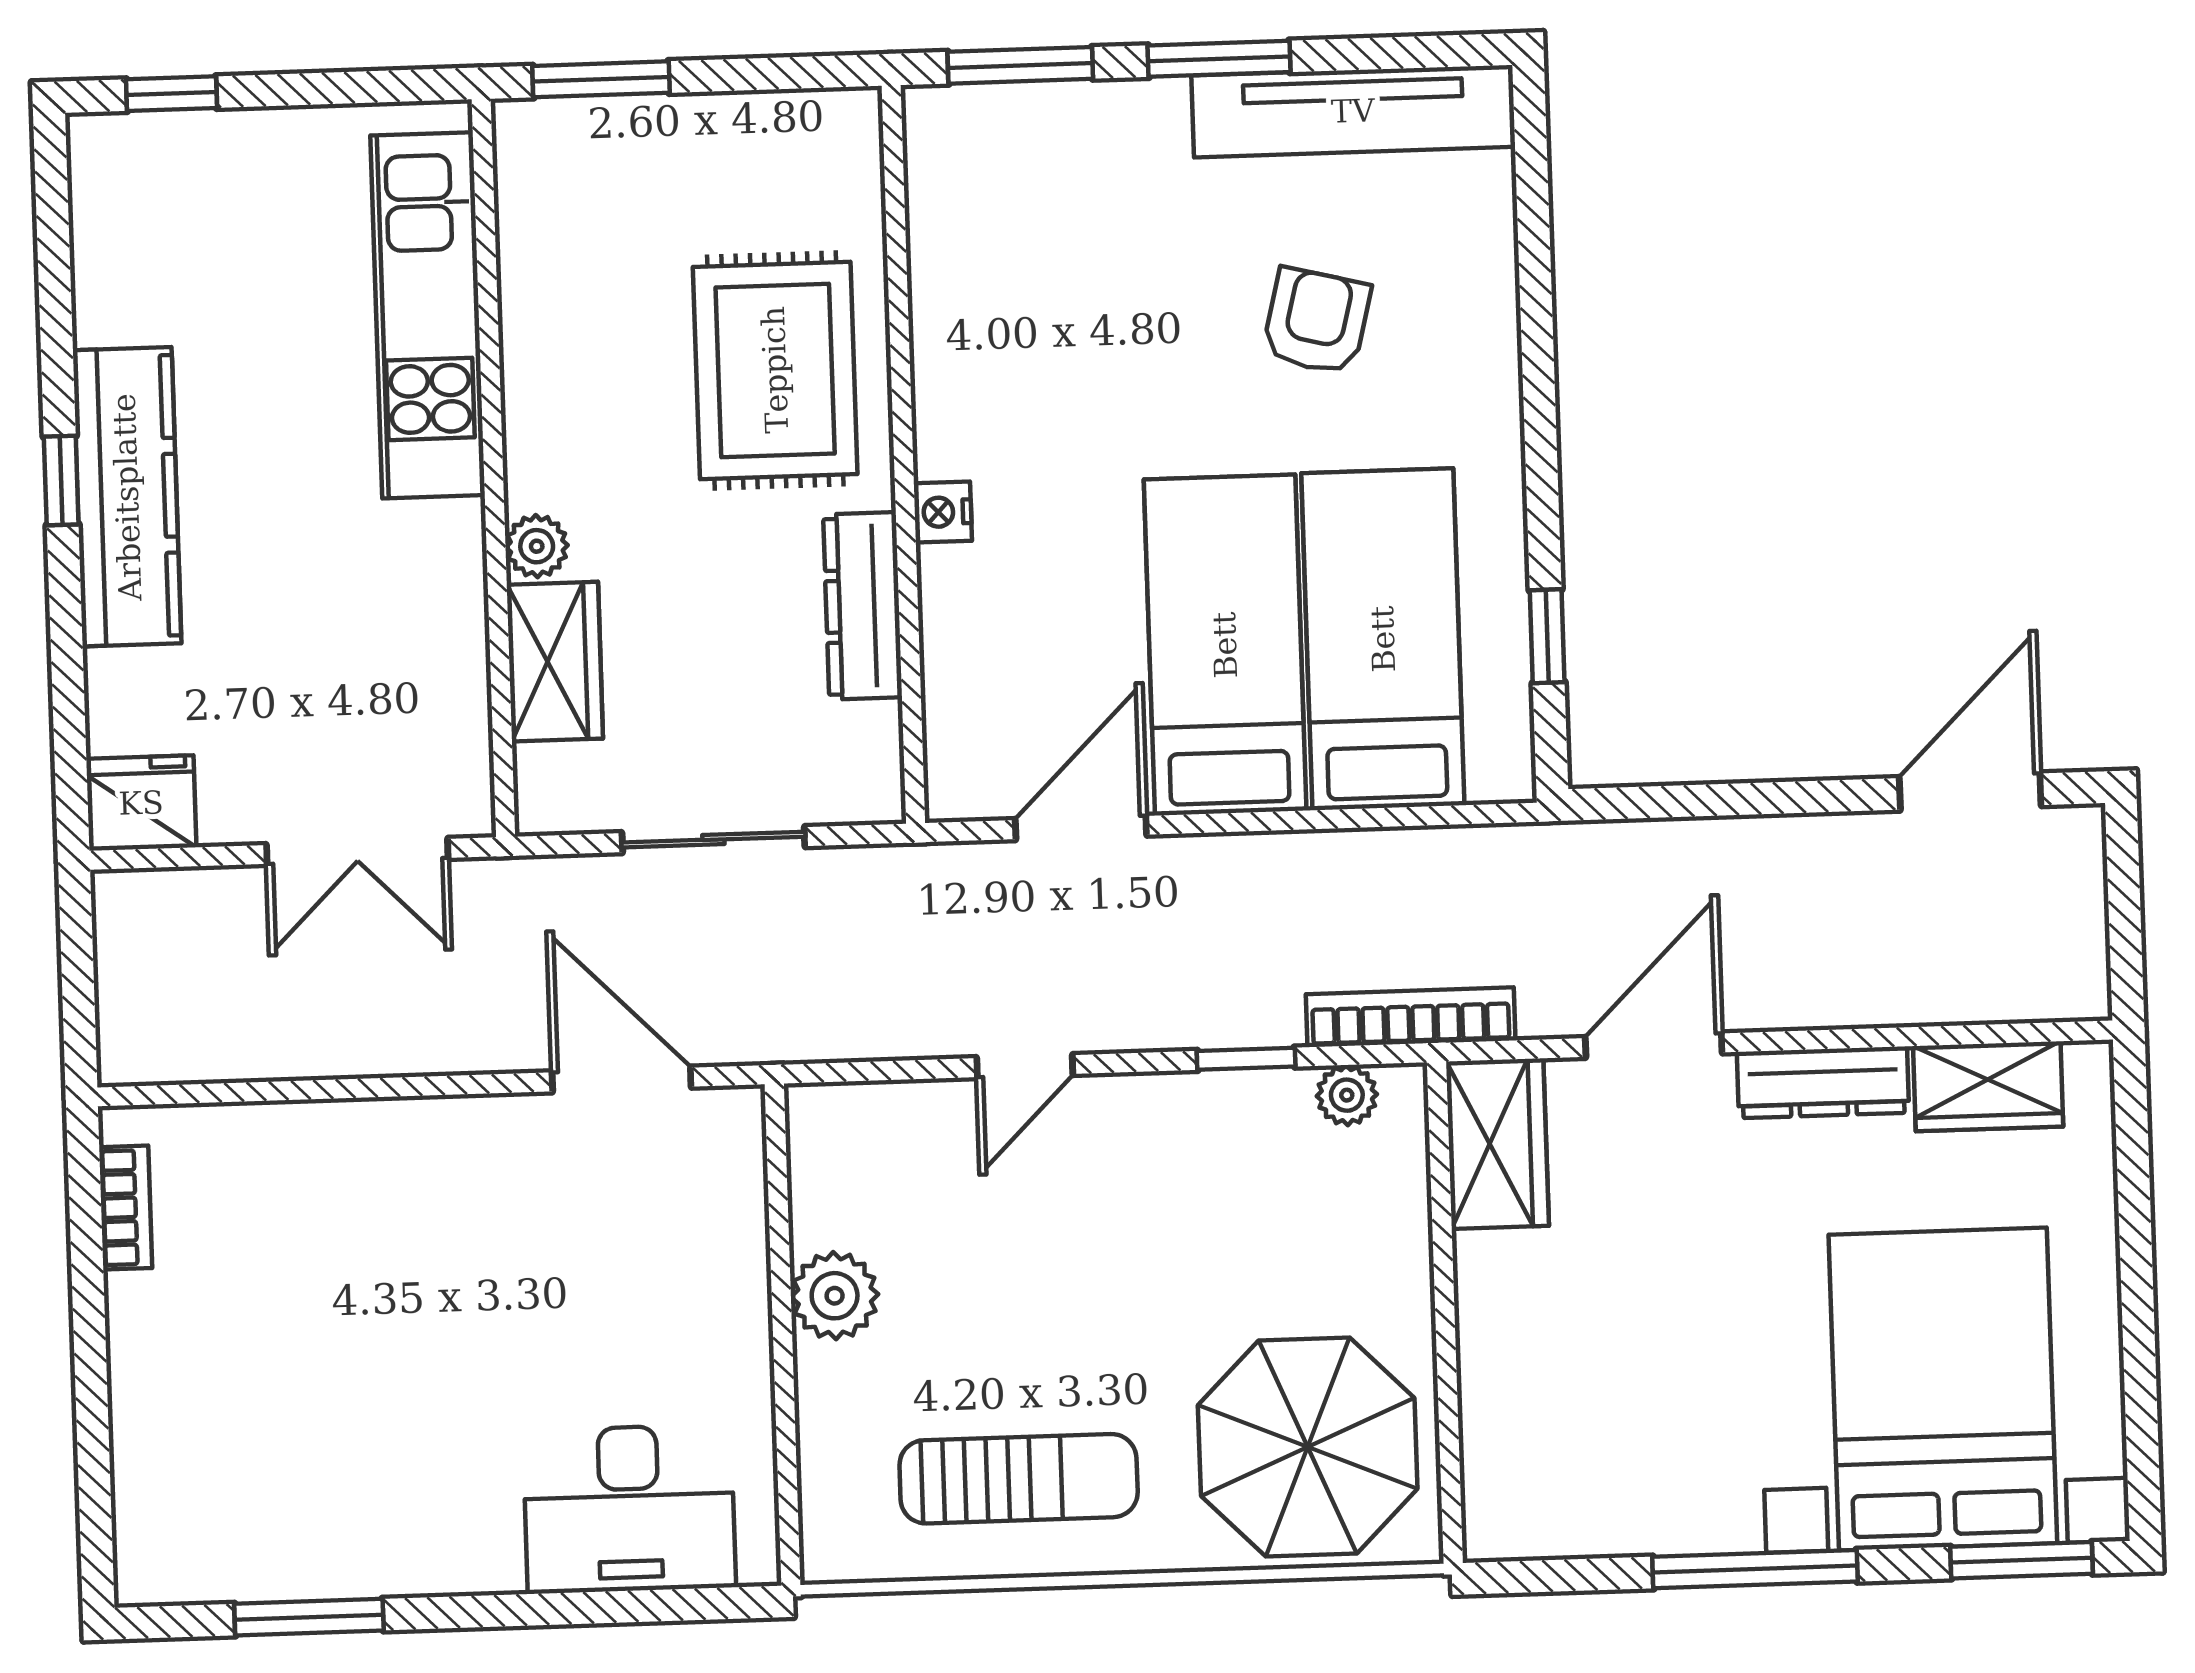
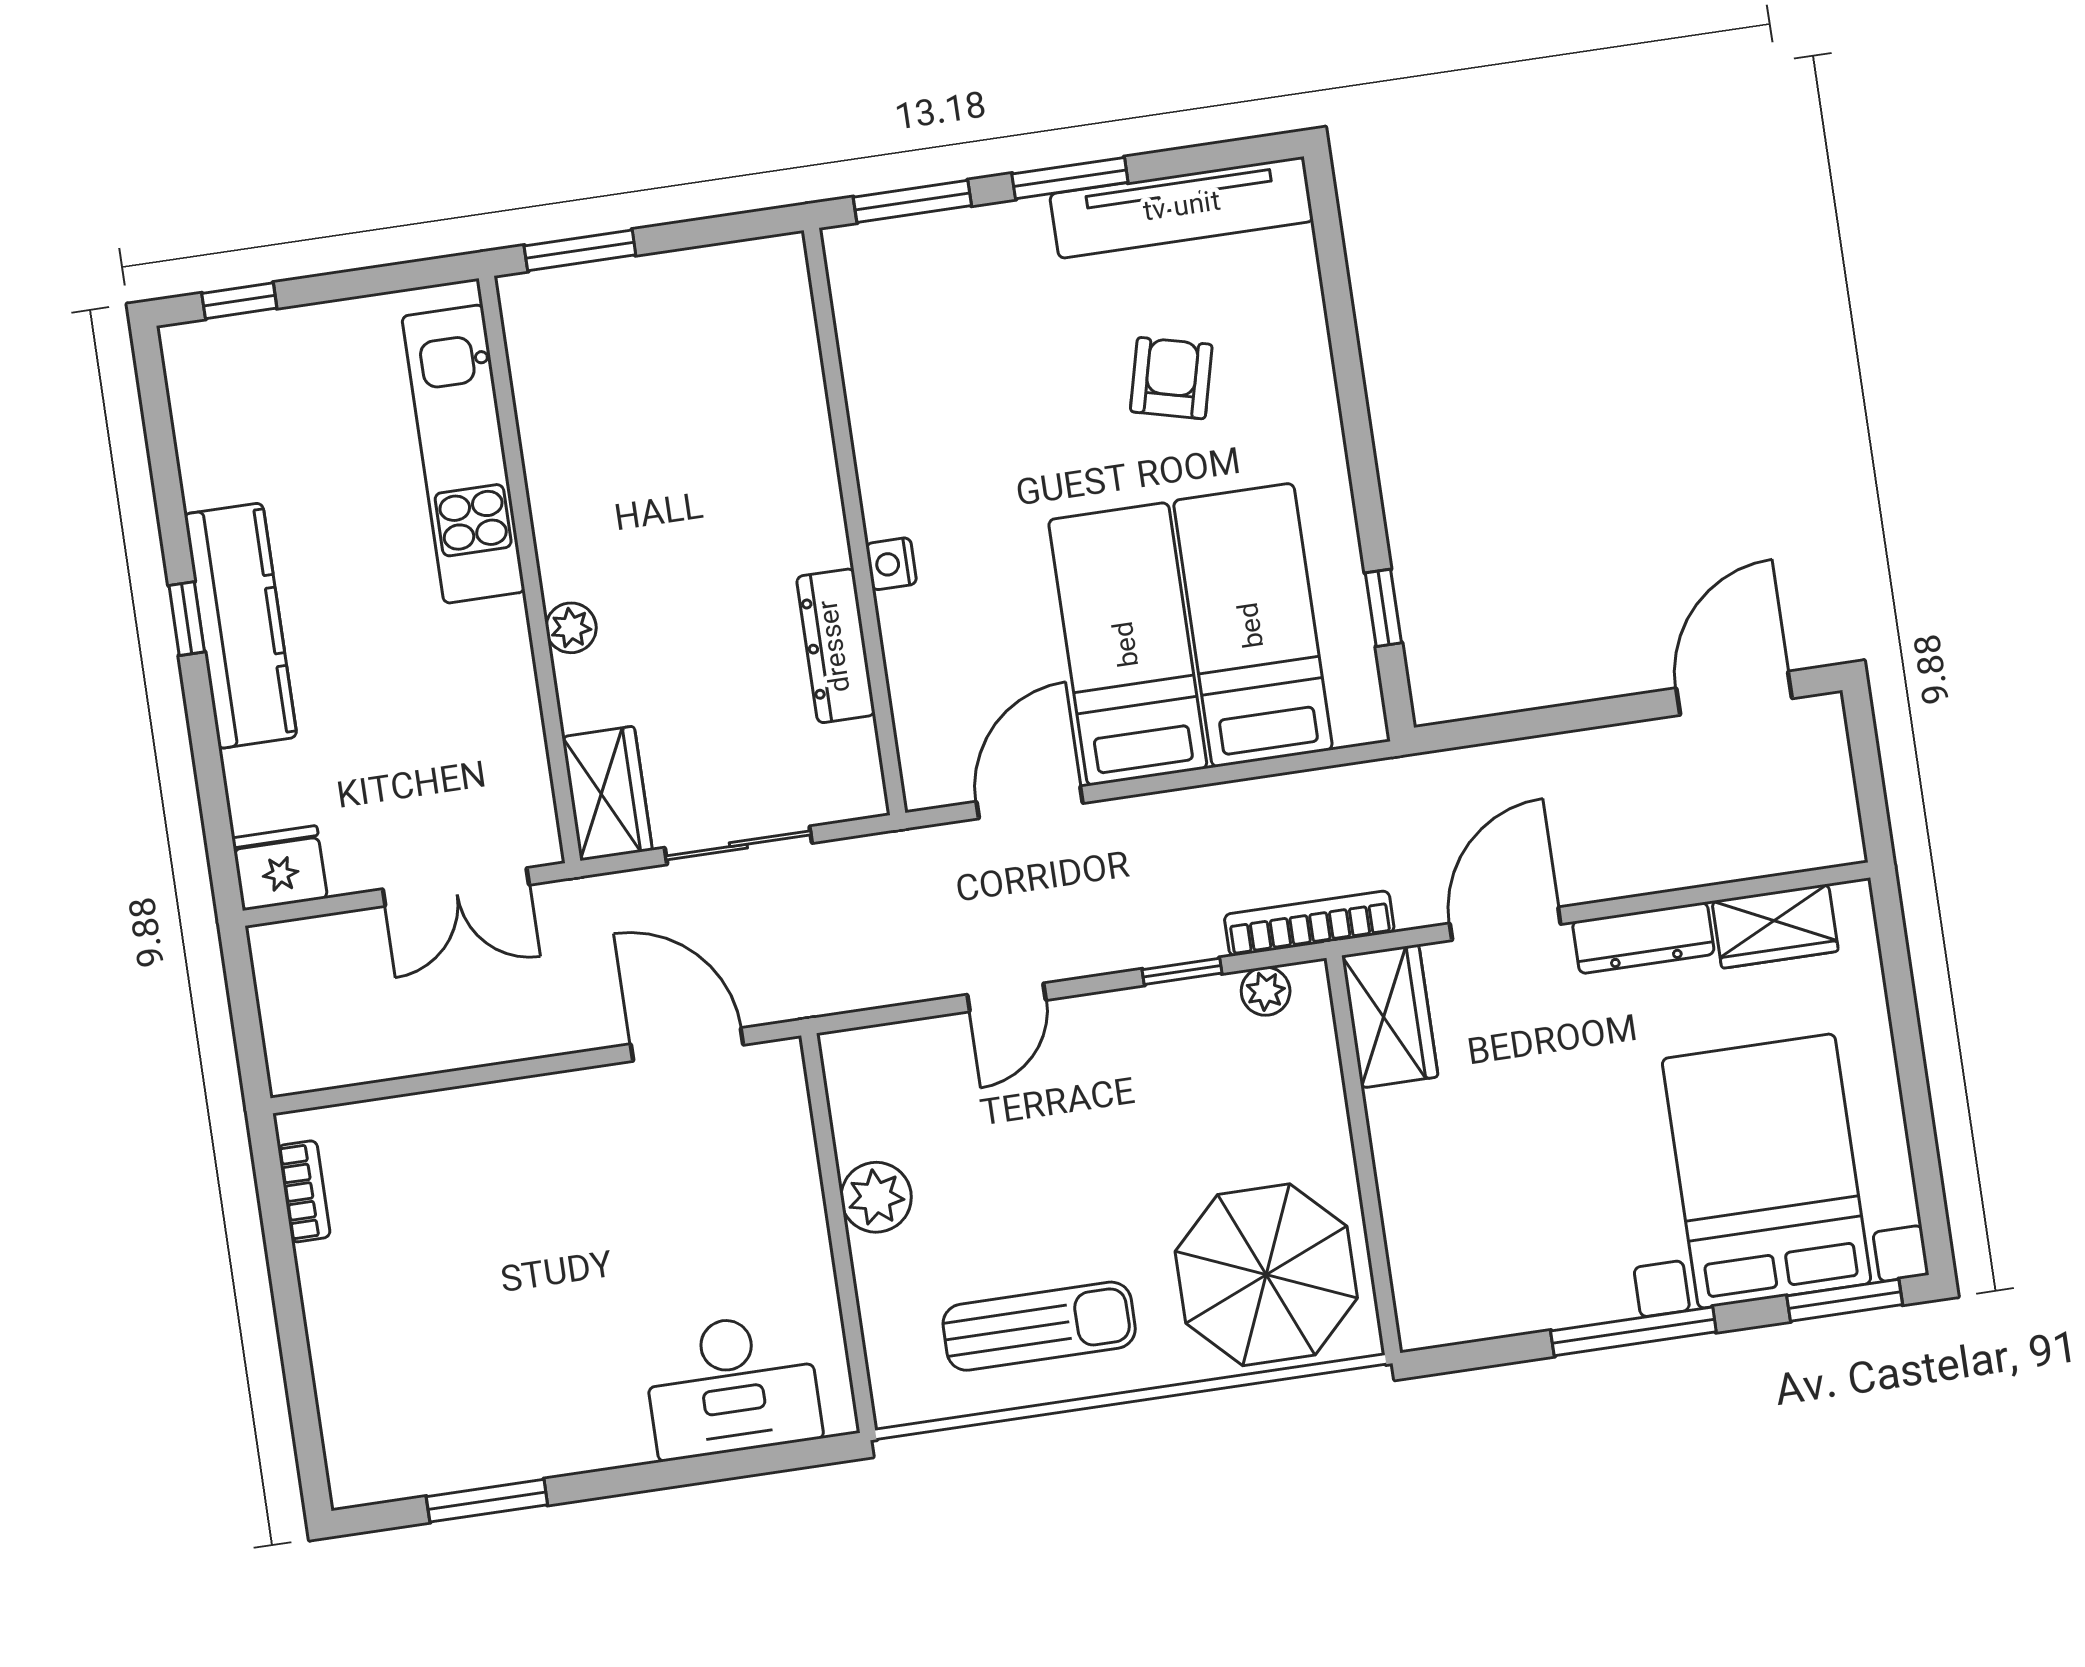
rug: (775, 370) -> (745, 466), removed
wardrobe: (555, 662) -> (607, 793), moved

